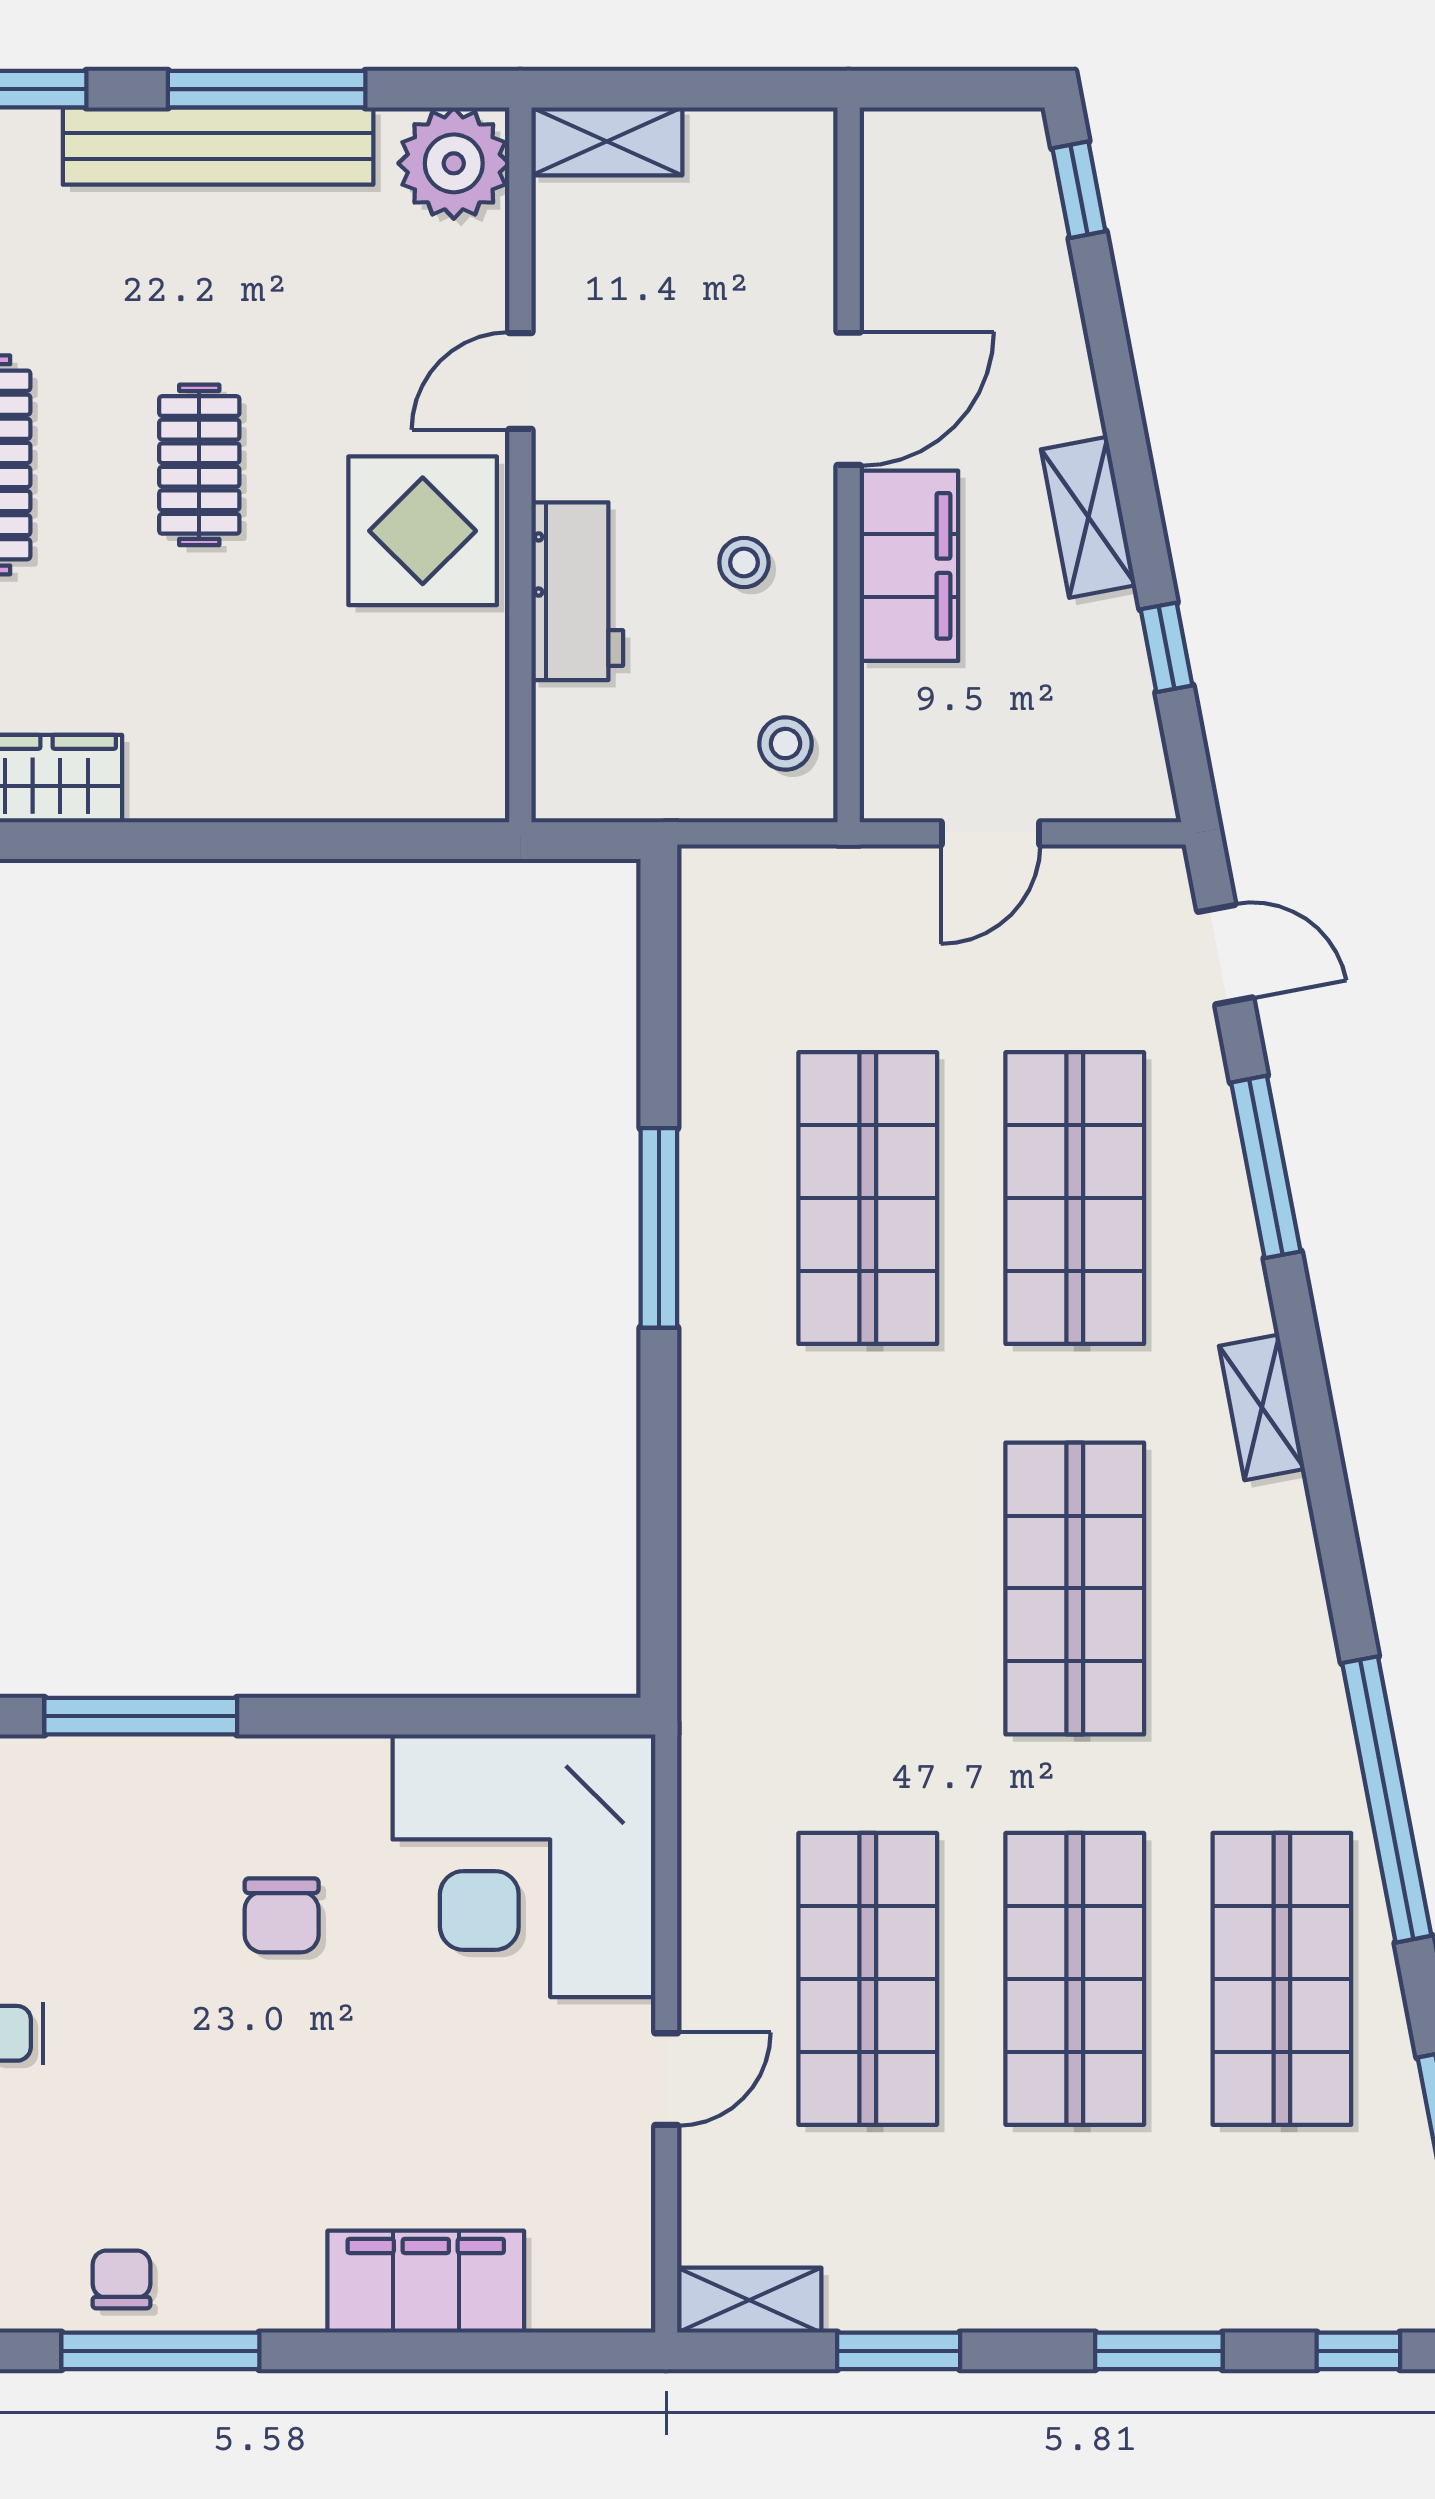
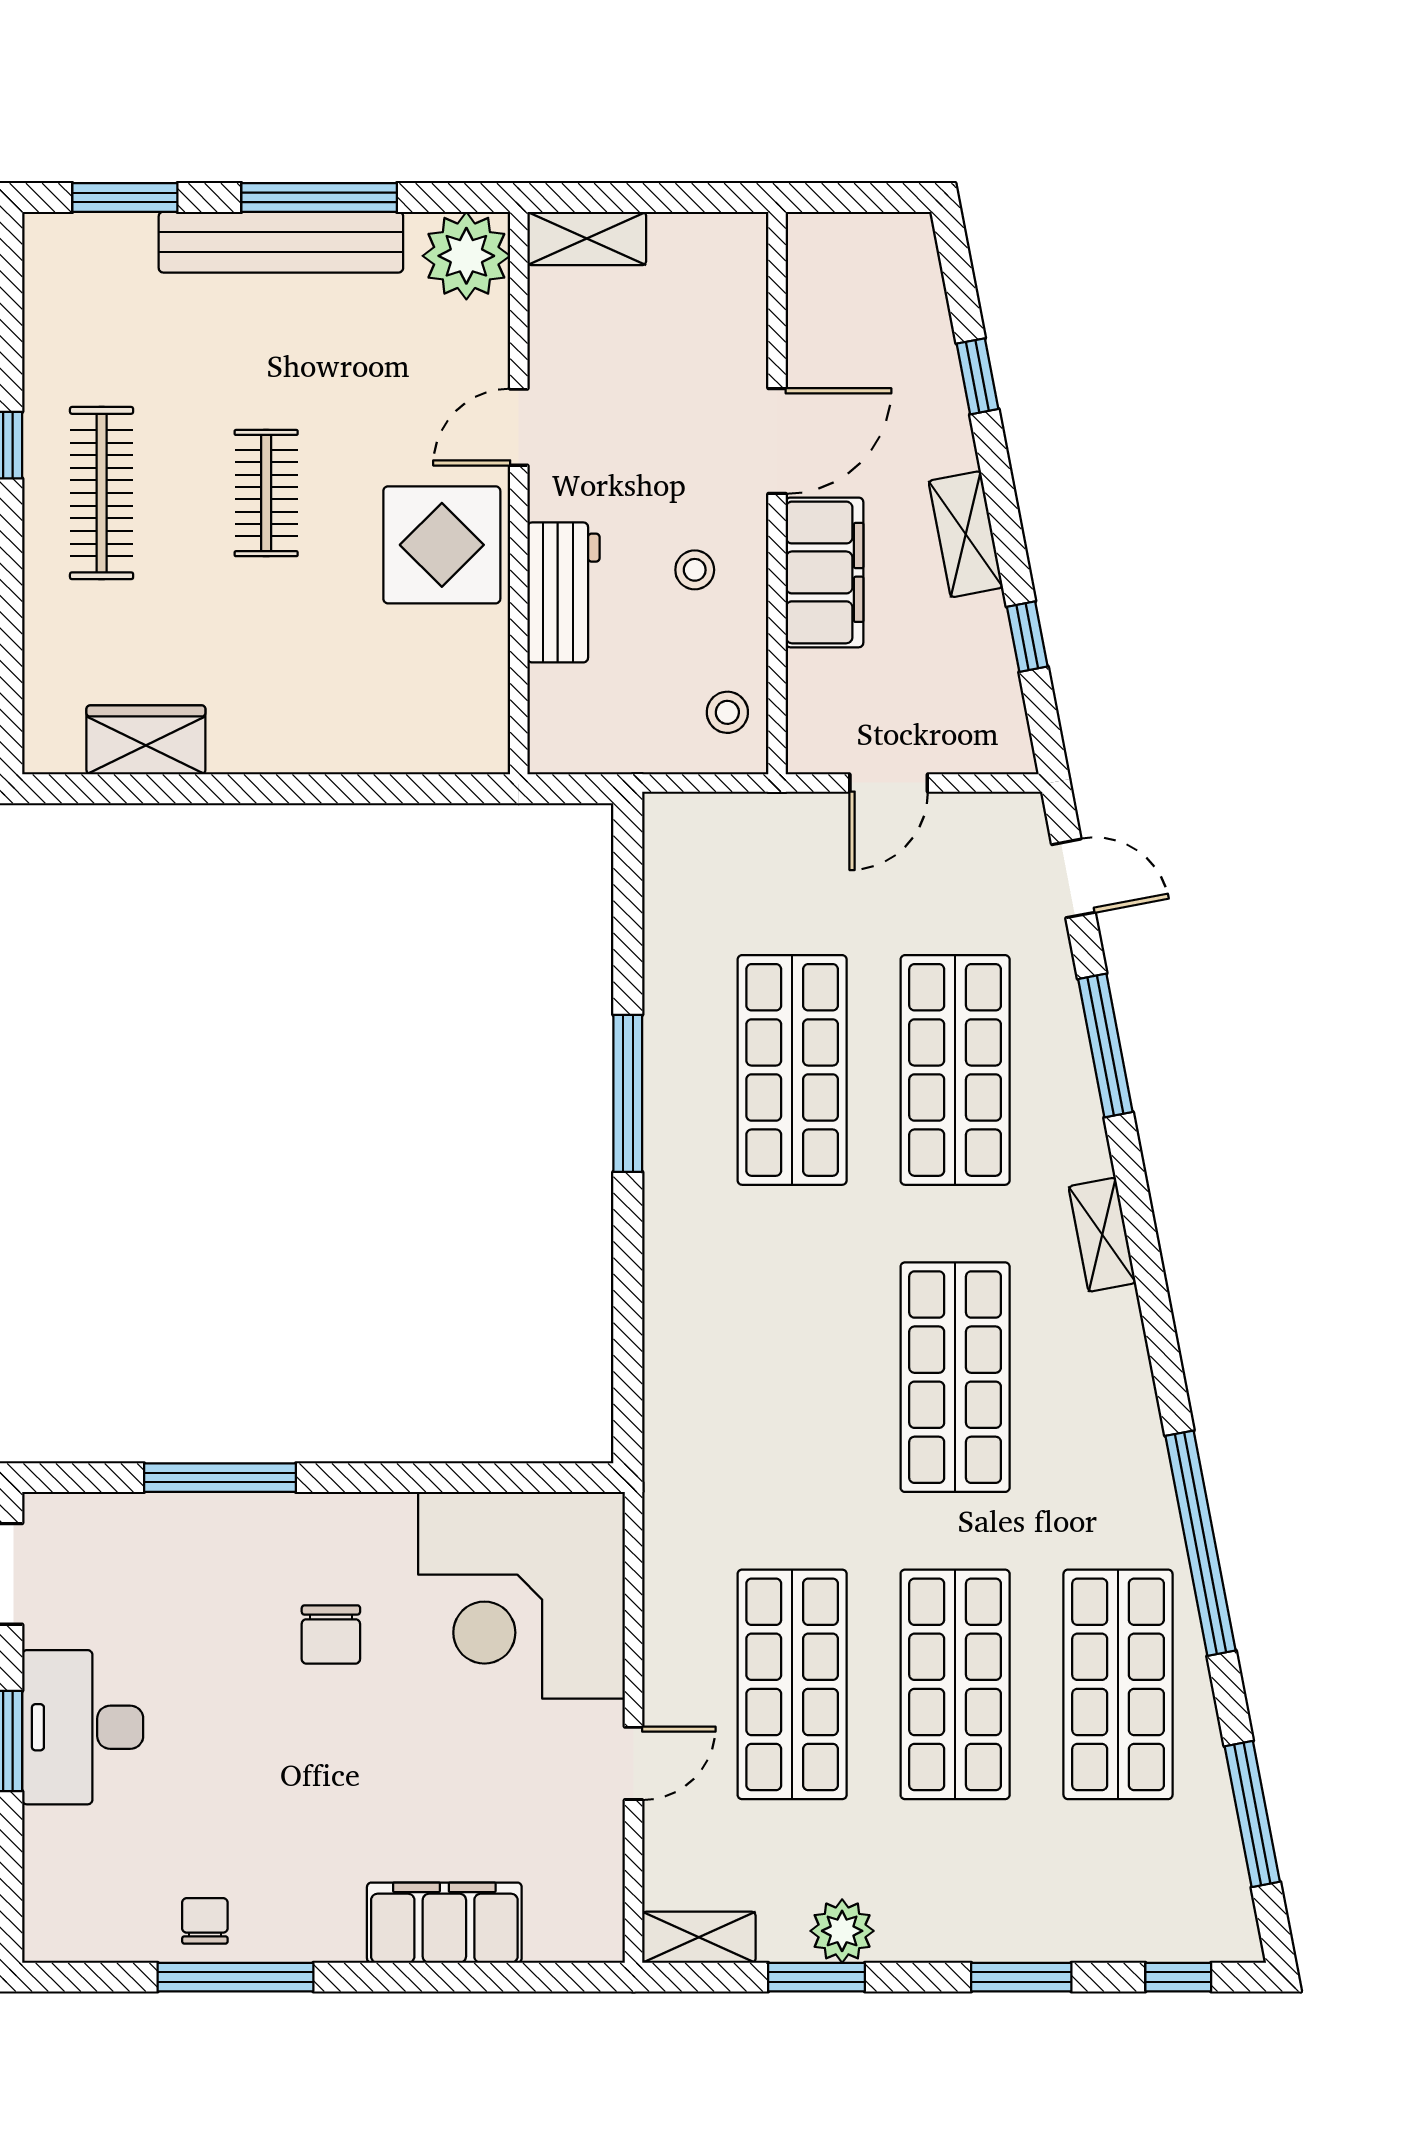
window: (1079, 190) -> (977, 376), moved
plant: (931, 2292) -> (842, 1931), added

